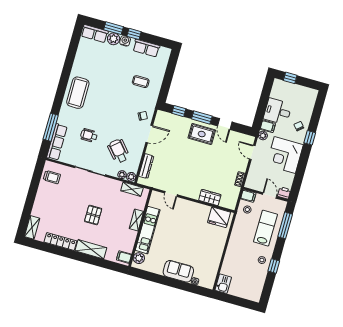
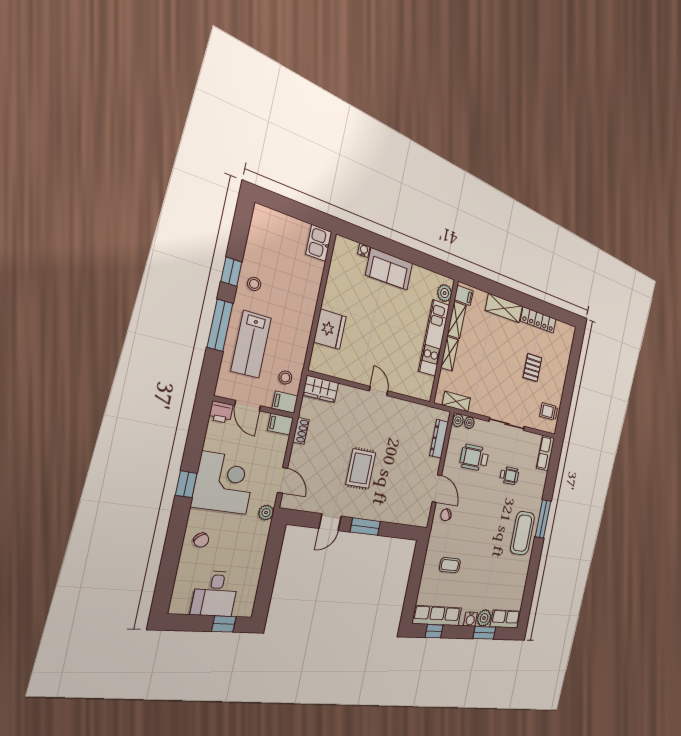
window: (134, 34) -> (434, 631), moved
row of seats: (146, 48) -> (437, 616), width x1.48
window: (179, 111) -> (398, 531), removed
desk: (278, 111) -> (215, 594), moved, turned 90
door: (225, 124) -> (330, 522), swing flipped
filing cabinet: (268, 126) -> (280, 424), moved
window: (51, 127) -> (543, 519), moved
door: (149, 134) -> (437, 489), swing flipped
rug: (202, 134) -> (361, 469), moved, turned 90
window: (310, 138) -> (186, 484), moved
row of seats: (57, 142) -> (545, 453), width x0.68
wheelchair: (119, 151) -> (474, 458), turned 131
door: (171, 194) -> (379, 391), moved
wardrobe: (210, 198) -> (321, 389), moved
pallet: (93, 215) -> (532, 368), moved
fridge: (219, 217) -> (330, 329), moved, turned 90
window: (285, 225) -> (220, 325), moved
shelving: (32, 227) -> (457, 320), moved

